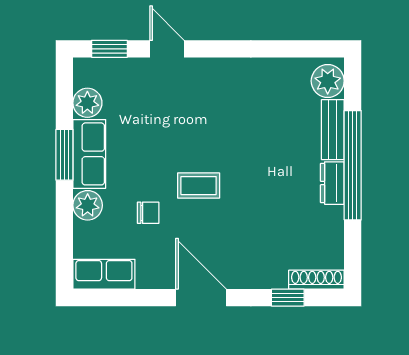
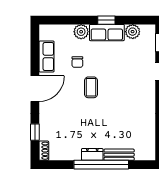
plant: (328, 81) -> (143, 152), removed
window: (64, 155) -> (106, 20), width x0.67
row of seats: (104, 274) -> (47, 57), moved
shoe rack: (316, 280) -> (44, 151), width x0.70

